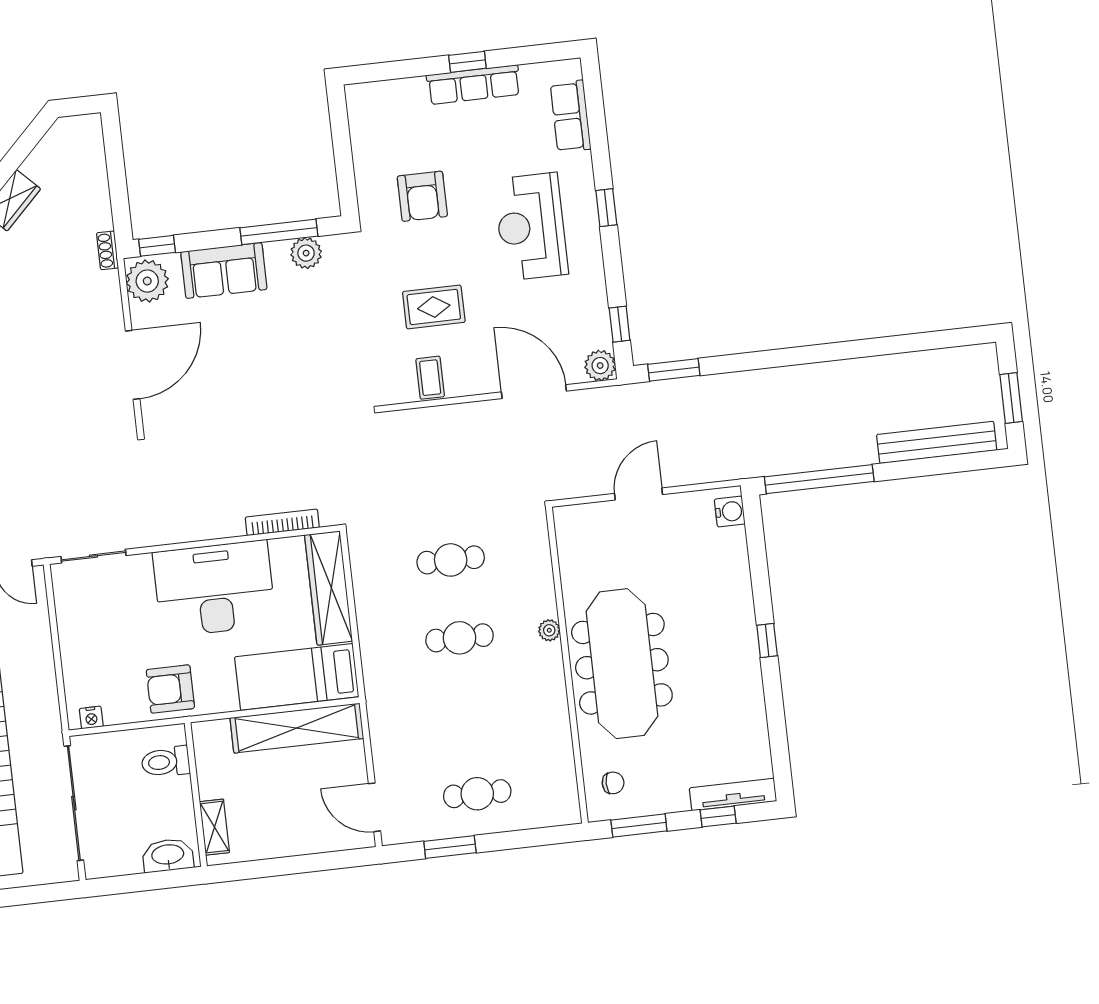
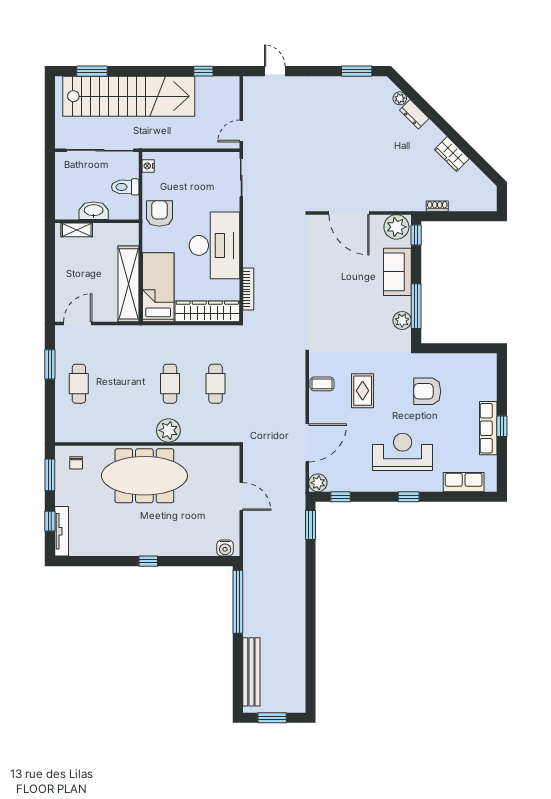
shoe rack: (107, 250) -> (437, 206), moved
plant: (549, 630) -> (168, 430), width x1.87, depth x1.87
toilet: (166, 762) -> (125, 187), moved, turned -90
washbasin: (168, 855) -> (94, 211), moved, turned -90

